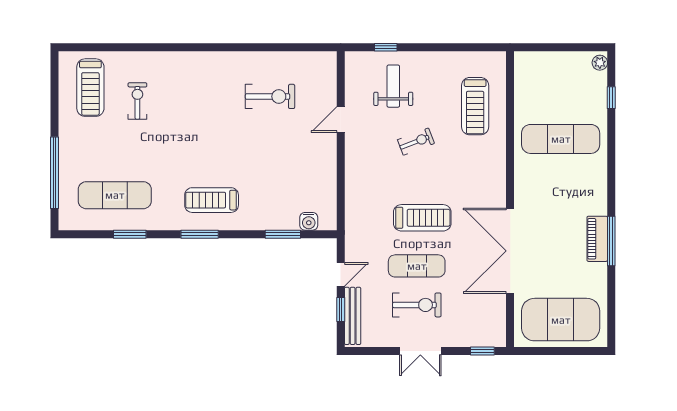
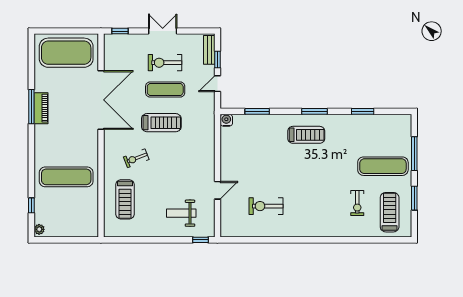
window: (386, 47) -> (200, 240), moved
weight bench: (393, 86) -> (181, 213), turned 90
treadmill: (475, 106) -> (125, 199), turned 180
window: (54, 108) -> (414, 198), added
exercise bike: (416, 142) -> (136, 158), moved
window: (54, 173) -> (414, 154), width x0.68
exercise mat: (115, 195) -> (383, 166), moved
treadmill: (422, 218) -> (161, 123), turned 180
water cooler: (309, 221) -> (226, 120), moved
bench: (353, 316) -> (209, 50), width x0.73

